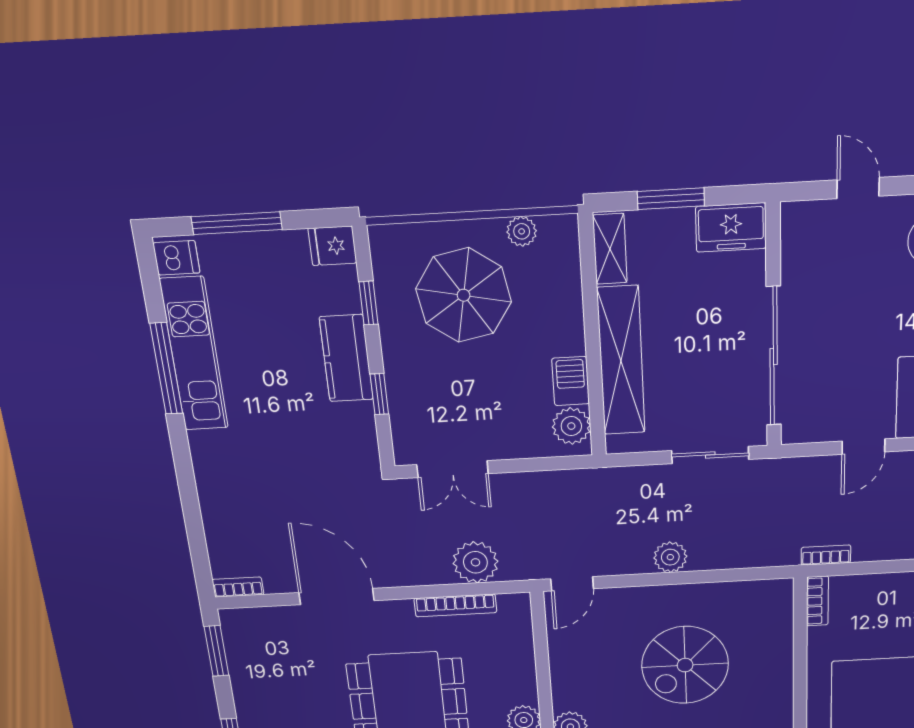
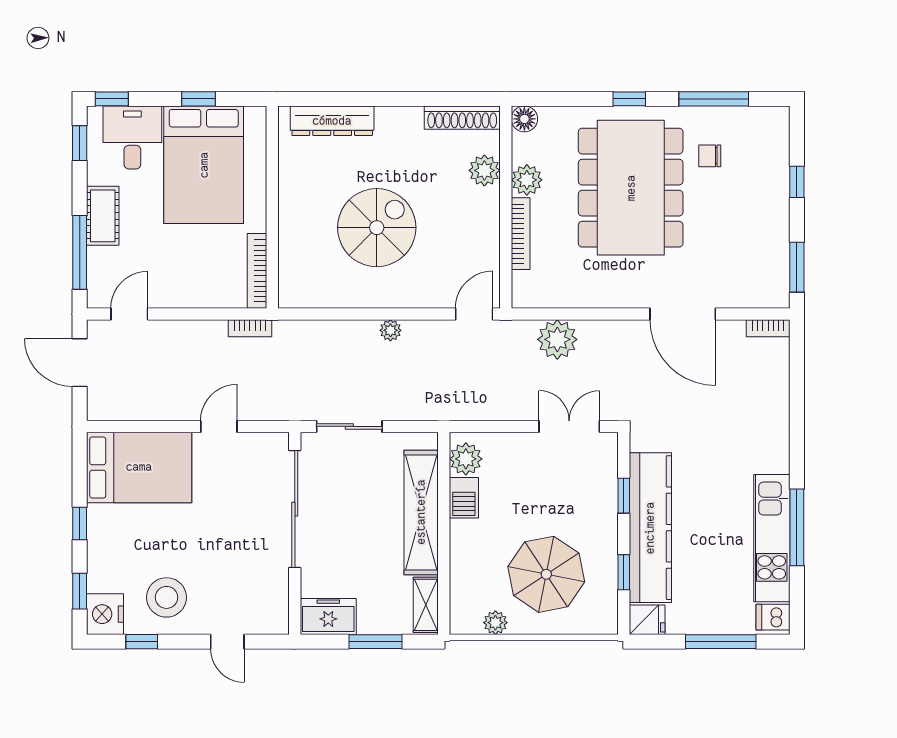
kitchen counter: (346, 358) -> (650, 528), width x2.08, depth x1.17
plant: (670, 557) -> (390, 330), width x0.73, depth x0.73
bookcase: (817, 601) -> (257, 271), width x1.56
bookcase: (455, 605) -> (521, 234), moved, turned 90

